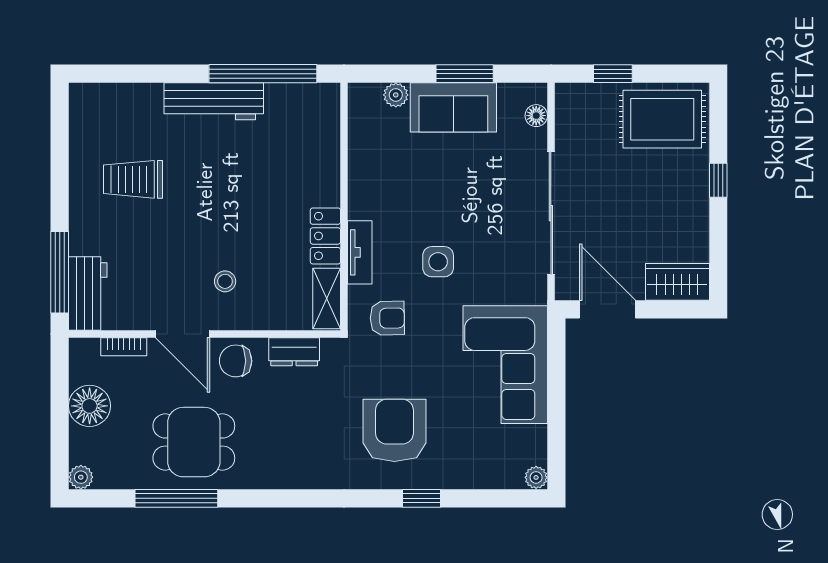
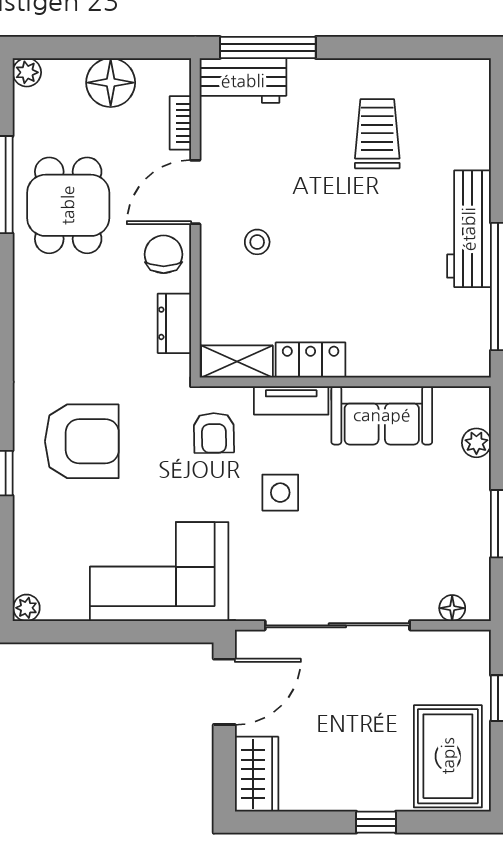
sofa: (453, 107) -> (382, 415), moved, turned -90

